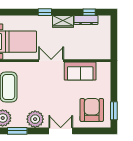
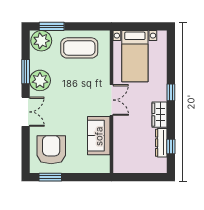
armchair: (92, 110) -> (51, 150), turned -90
window: (17, 131) -> (26, 72), moved

